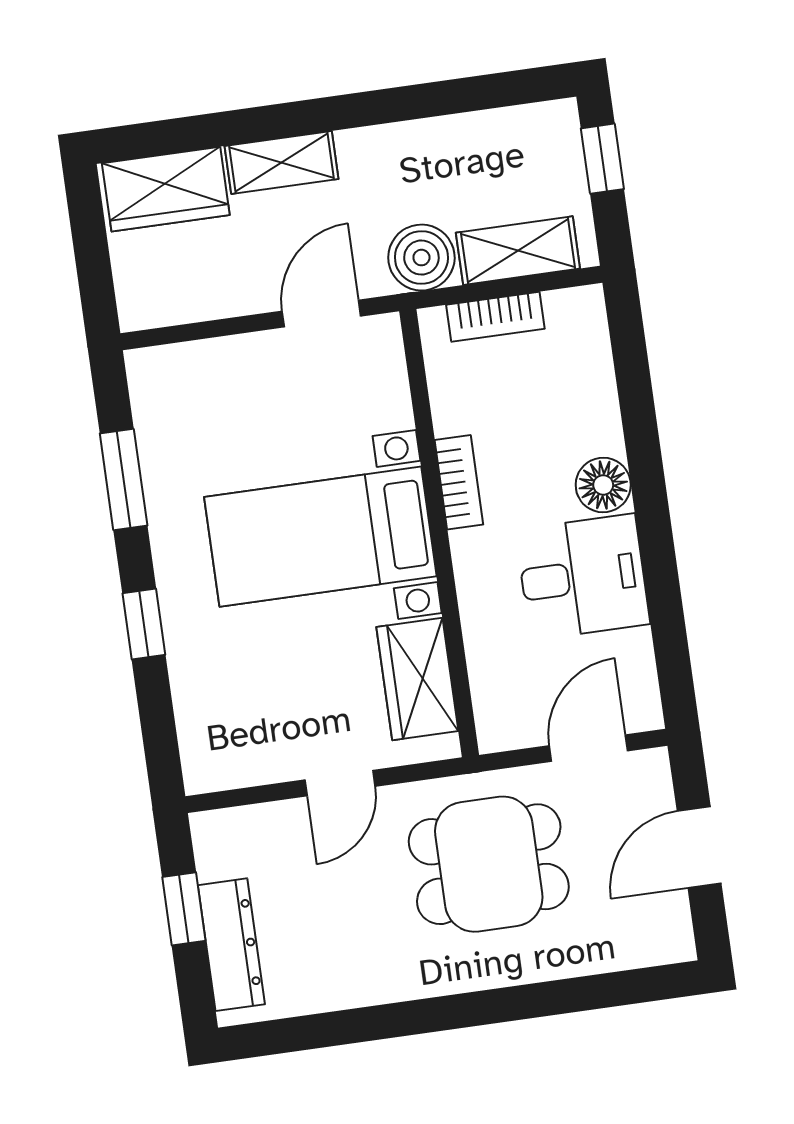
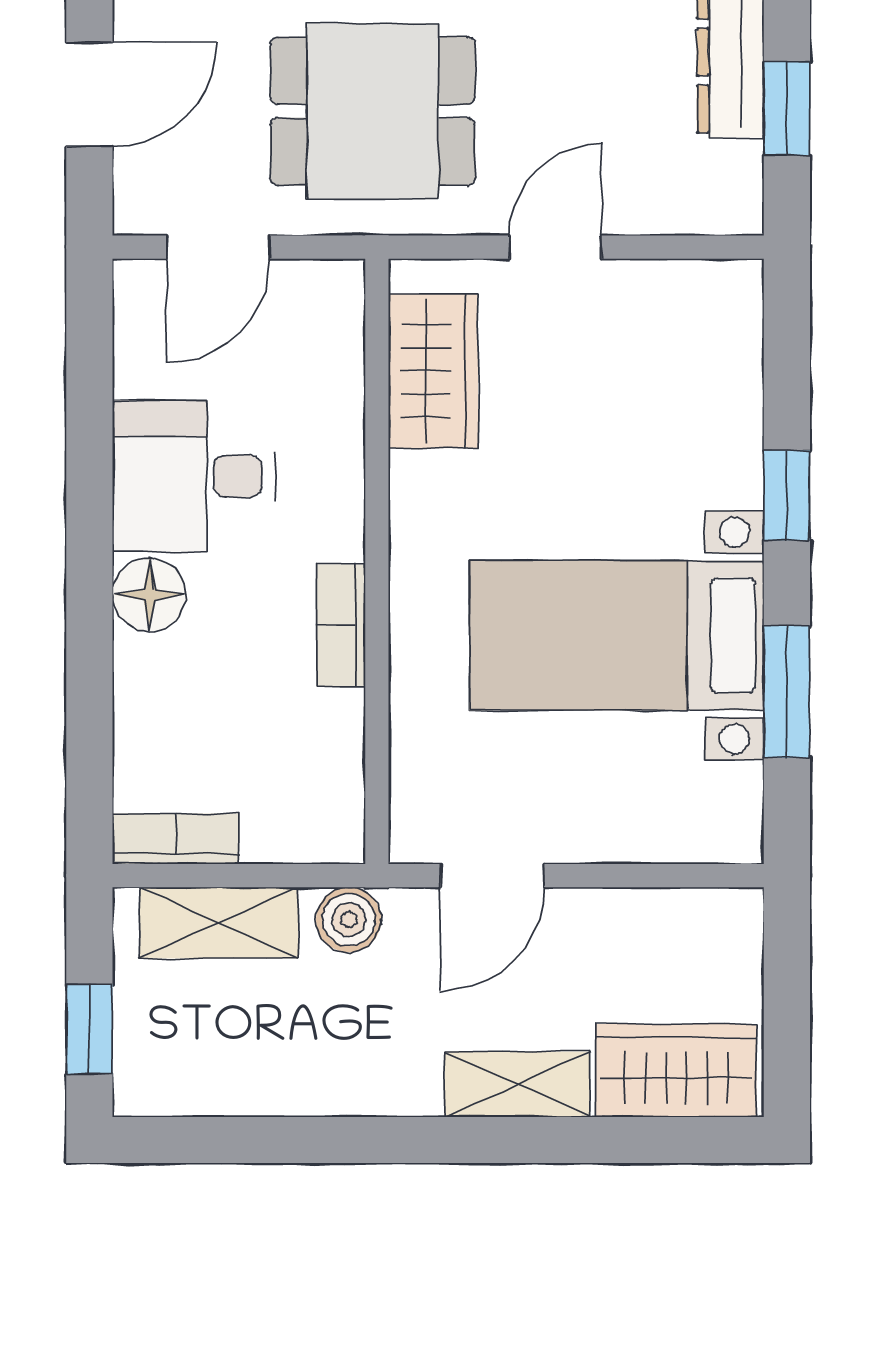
boiler: (421, 258) -> (349, 920), width x0.73, depth x0.73
bookcase: (495, 317) -> (176, 839), moved
bed with nightstands: (320, 537) -> (617, 635), moved, turned 180

